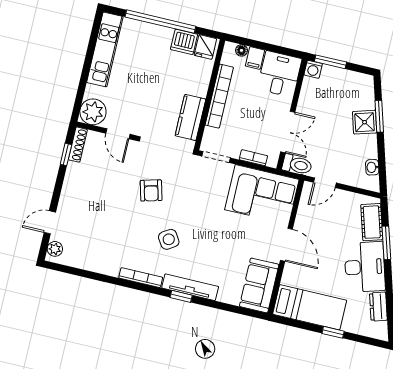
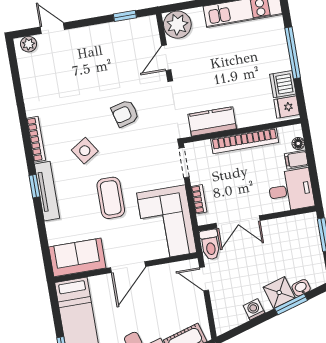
window: (160, 22) -> (293, 53), width x0.68
washing machine: (313, 69) -> (254, 309), moved, turned 73
shoe rack: (78, 145) -> (139, 23), removed
washbasin: (372, 167) -> (301, 288), moved
coffee table: (220, 234) -> (111, 198), added

